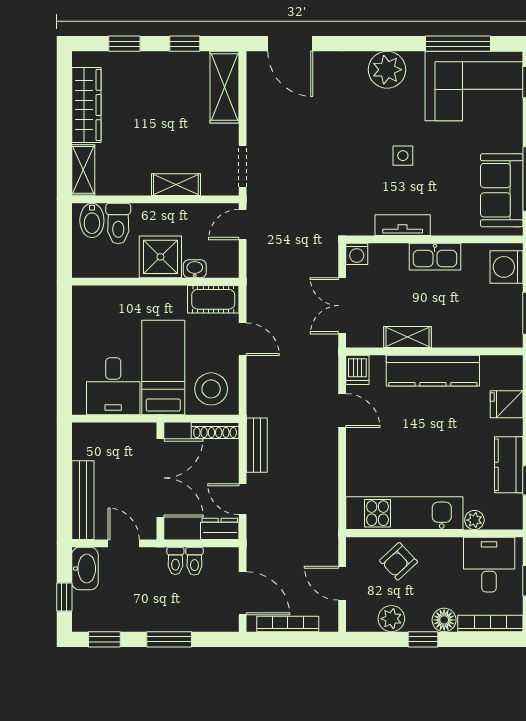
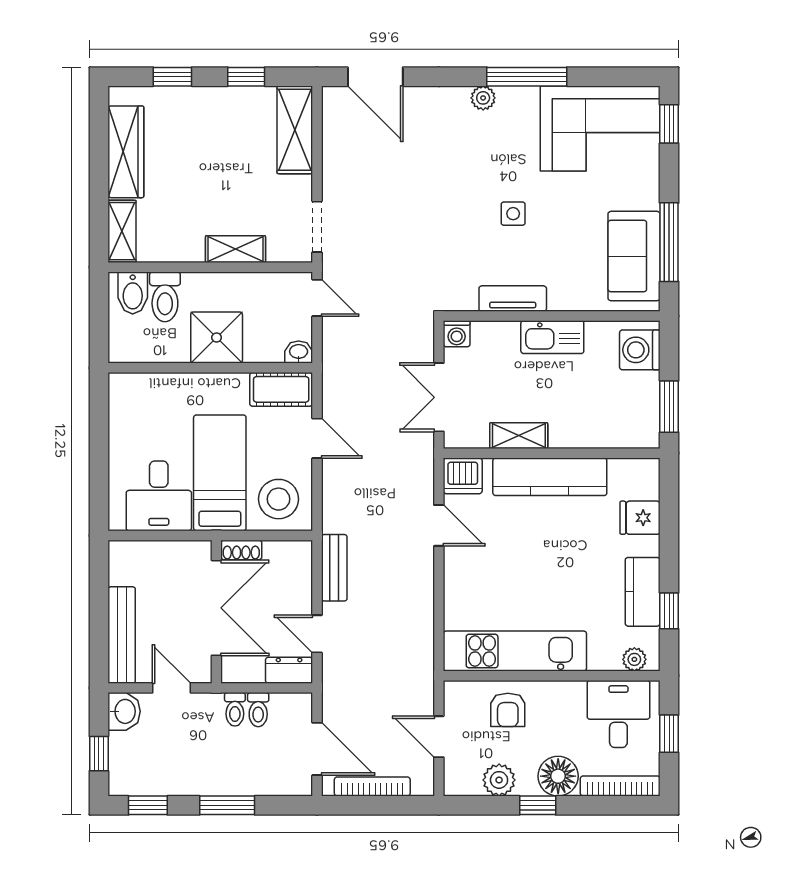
window: (458, 44) -> (527, 77), moved
plant: (387, 70) -> (483, 98), width x0.53, depth x0.53
door: (243, 224) -> (317, 298), swing flipped
washbasin: (195, 269) -> (299, 352), moved
dishwasher: (357, 370) -> (463, 476), width x1.38
shoe rack: (215, 431) -> (241, 550), moved, width x0.70
plant: (474, 520) -> (634, 659), moved
armchair: (399, 561) -> (508, 710), turned -47
washbasin: (85, 569) -> (124, 711), width x0.72
floor lamp: (444, 620) -> (558, 776), width x1.38, depth x1.38

